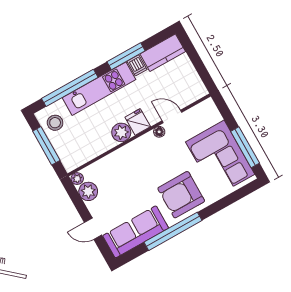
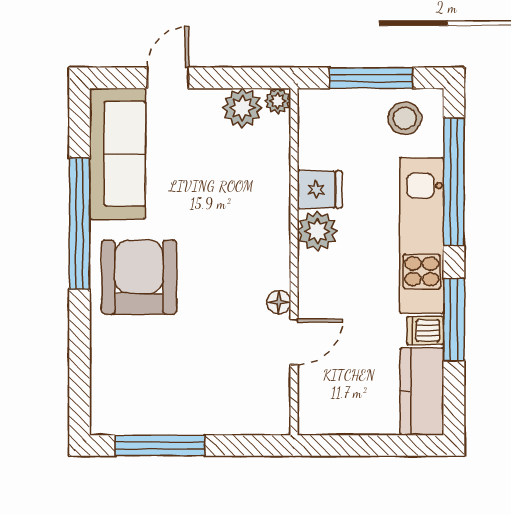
fridge: (138, 122) -> (320, 190), moved
corner sofa: (220, 158) -> (166, 388), removed

